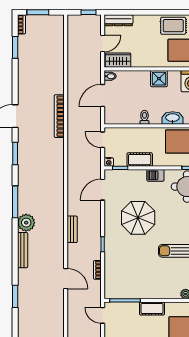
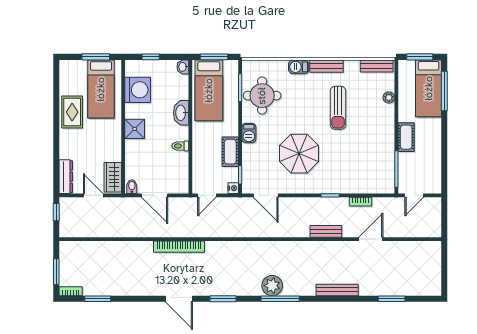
plant: (26, 223) -> (272, 286), moved
bench: (72, 229) -> (326, 231), moved

